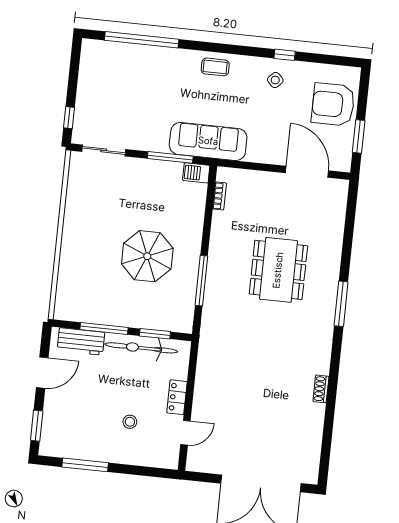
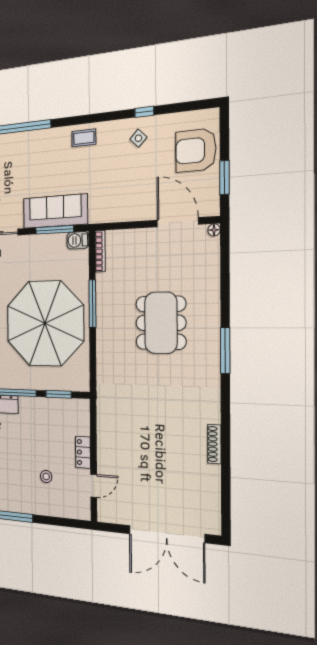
sofa: (208, 141) -> (55, 211), moved
floor lamp: (343, 185) -> (214, 230), added
bookcase: (219, 196) -> (100, 251), width x1.56
parasol: (147, 256) -> (45, 323), width x1.86, depth x1.86
window: (201, 281) -> (92, 304), moved
bicycle: (141, 348) -> (49, 408), removed
shoe rack: (321, 389) -> (214, 444), width x1.43

